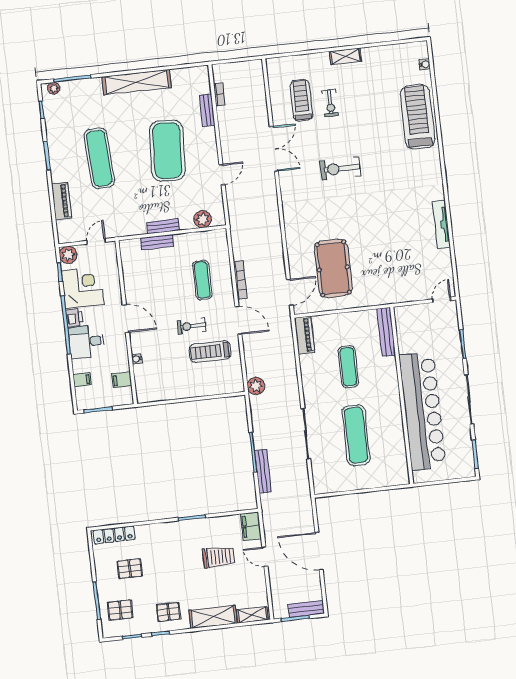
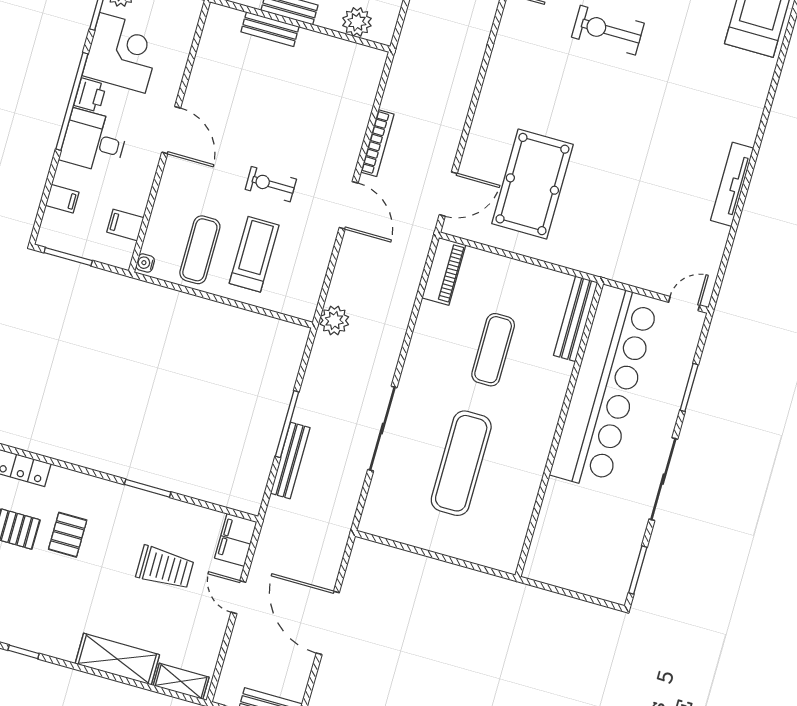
exercise mat: (202, 280) -> (200, 250), moved
treadmill: (210, 352) -> (254, 254), moved, turned 90
water cooler: (137, 359) -> (145, 263), moved
bar counter: (422, 411) -> (605, 387), moved
pallet: (168, 612) -> (68, 535), moved, turned 90

